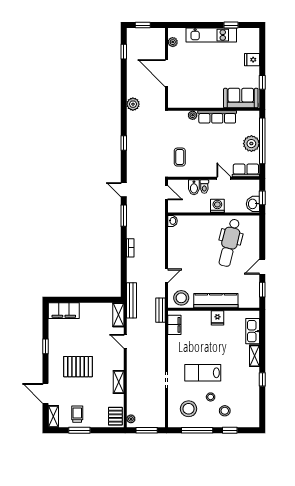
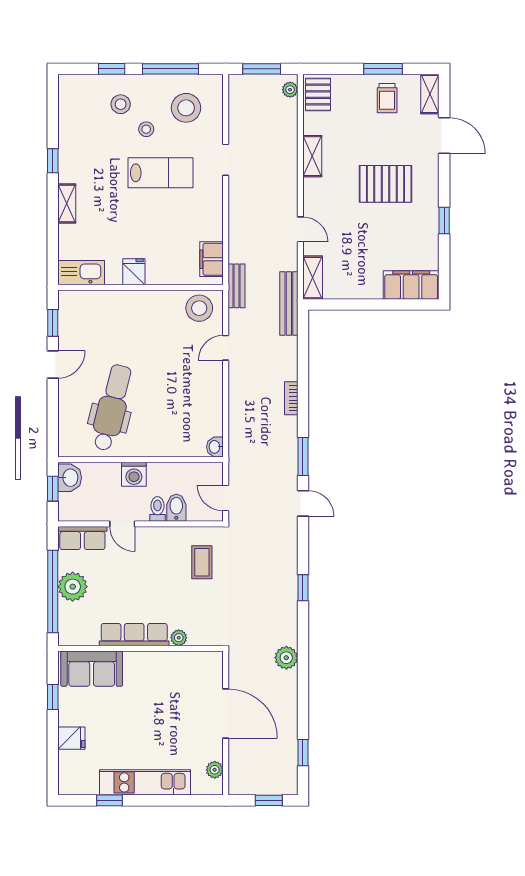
kitchen counter: (216, 301) -> (137, 303), removed
kitchen sink: (253, 331) -> (81, 273), moved, turned -90

